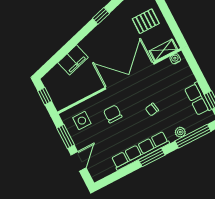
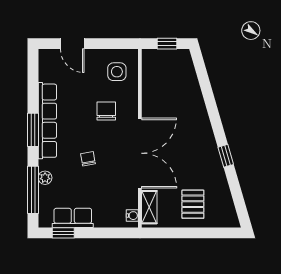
filing cabinet: (73, 60) -> (192, 98), removed
chair: (113, 114) -> (106, 111), turned -90
window: (66, 137) -> (108, 44), removed

